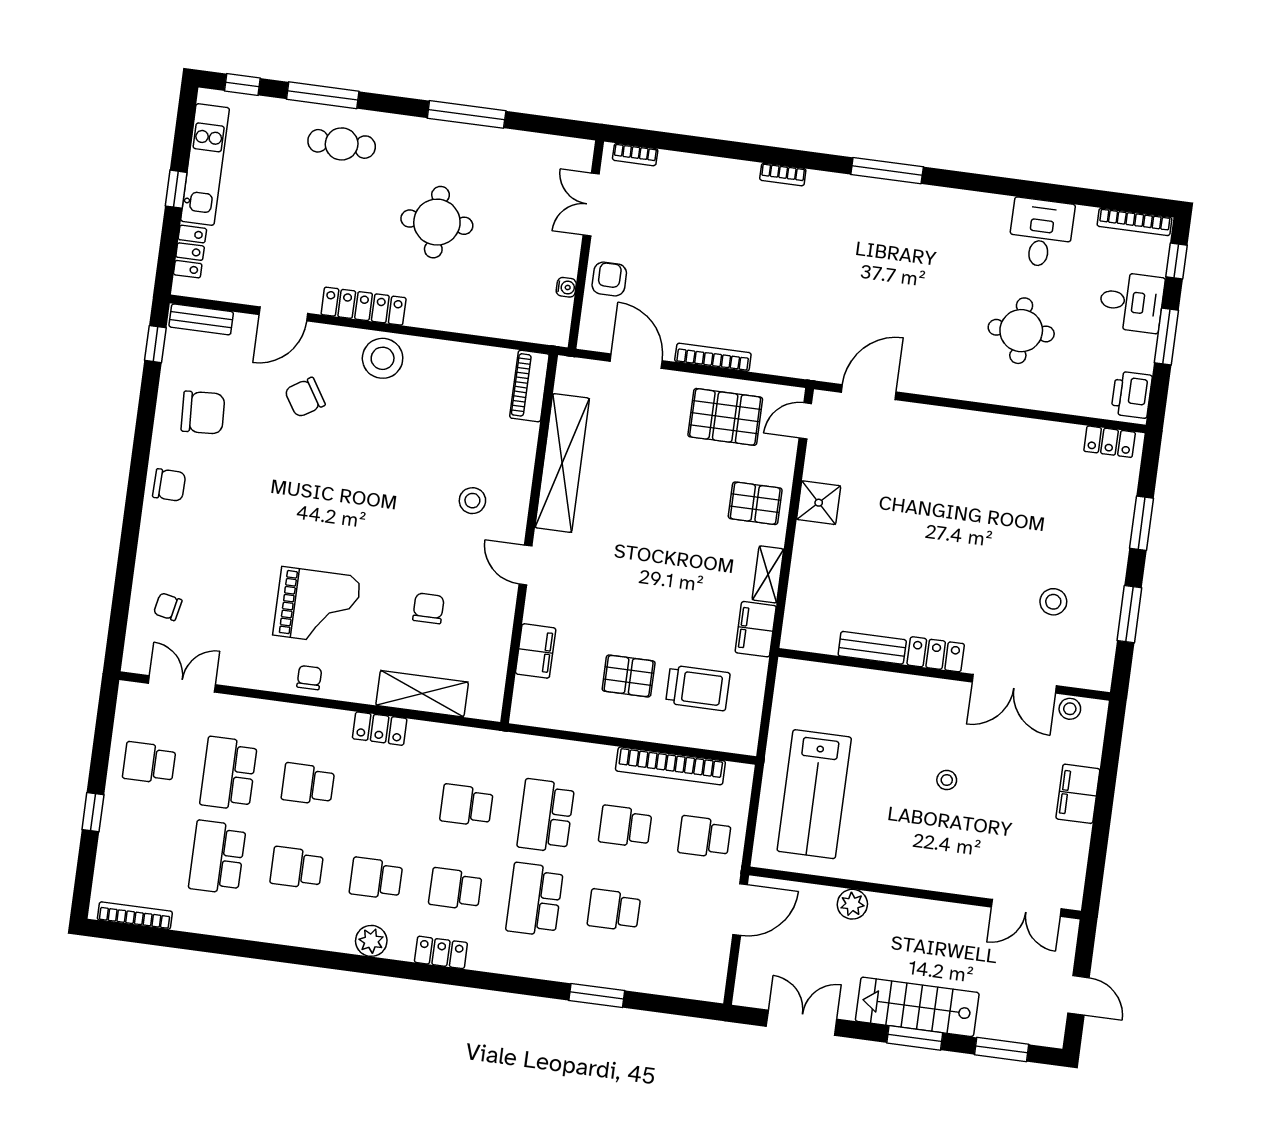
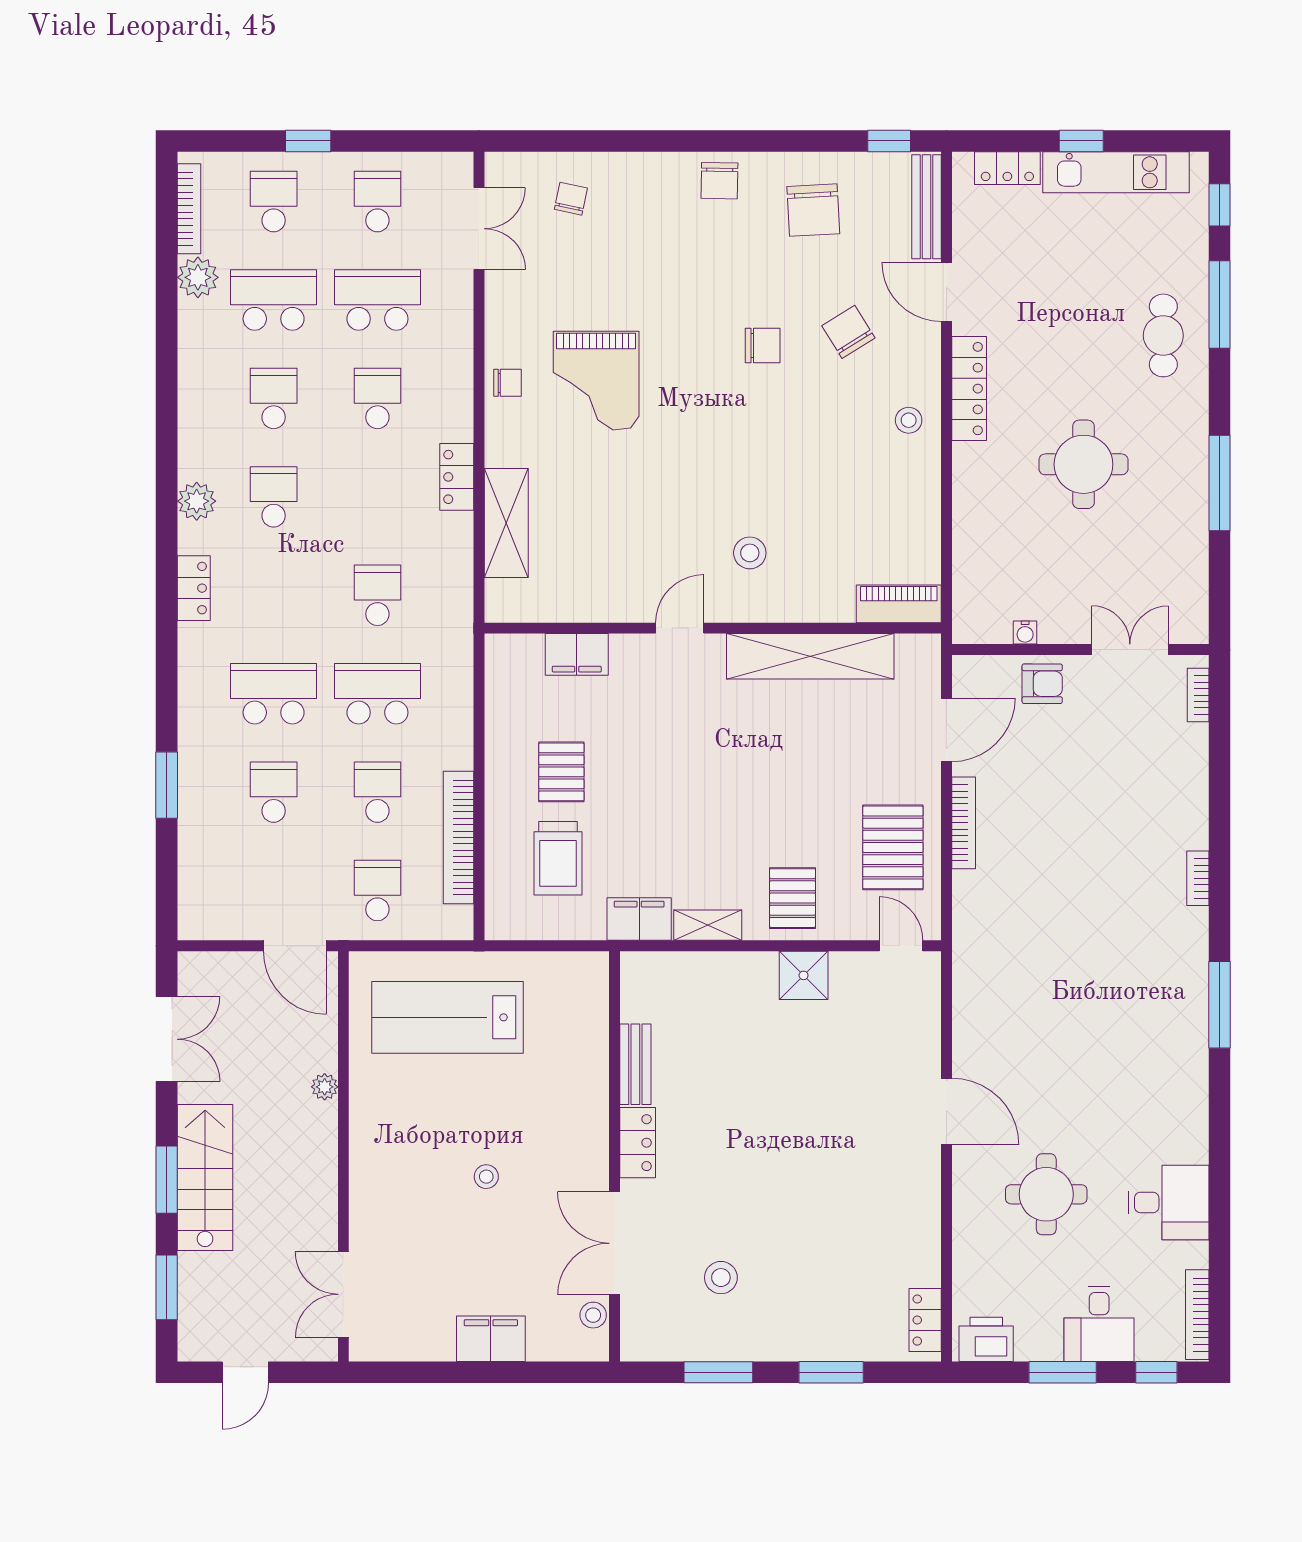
bench: (201, 319) -> (927, 207), width x1.36
stool: (383, 358) -> (909, 420), width x0.53, depth x0.53
door: (869, 392) -> (946, 1111), moved
chair: (428, 608) -> (763, 346), moved
school desk: (455, 889) -> (274, 202), moved
plant: (852, 904) -> (325, 1087), width x0.73, depth x0.73
plant: (191, 916) -> (198, 277), added

